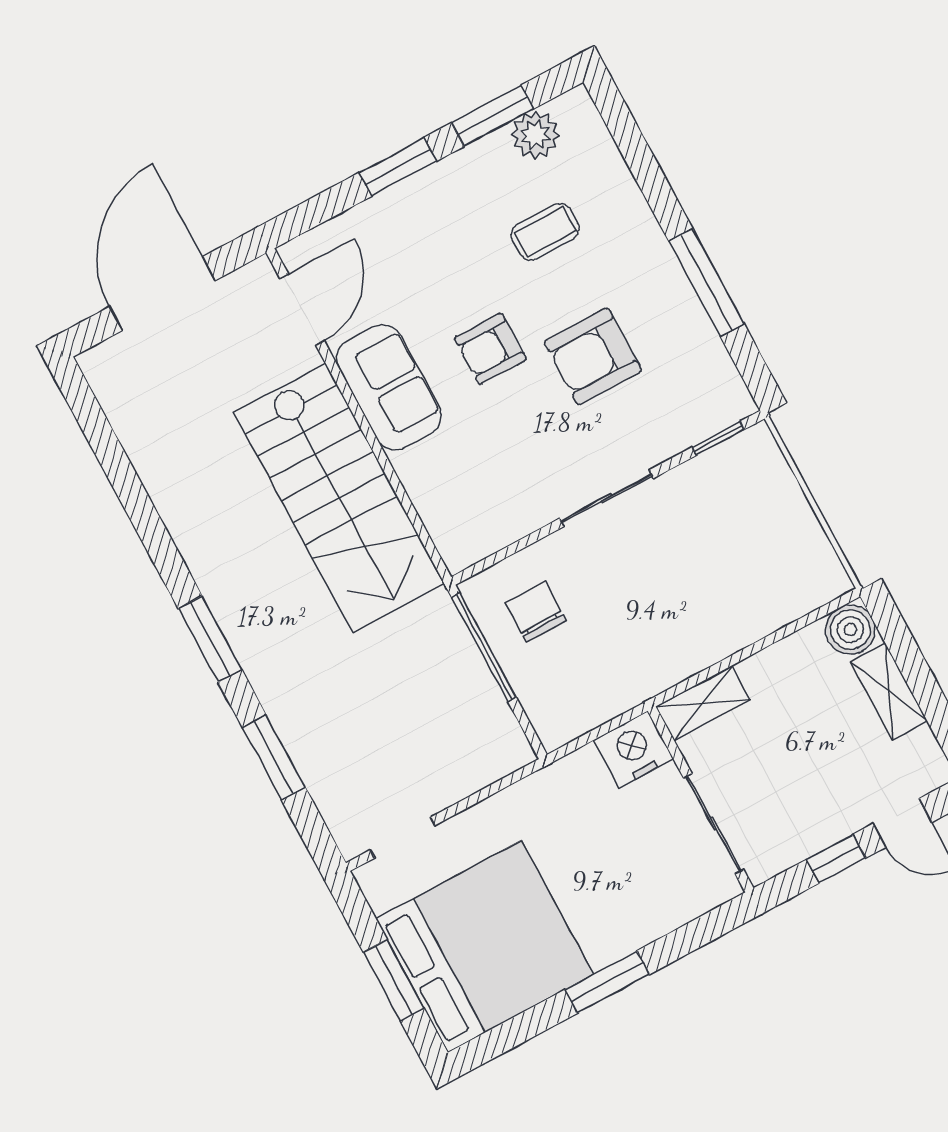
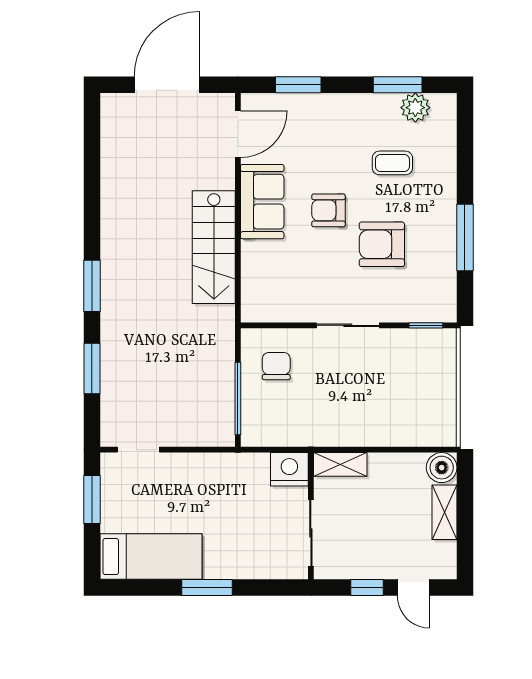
window: (398, 167) -> (298, 85), moved
stairs: (339, 498) -> (214, 247), width x0.73, depth x0.66
window: (484, 647) -> (238, 399), moved
bed: (485, 947) -> (151, 557), width x0.49
window: (394, 980) -> (92, 500), moved

